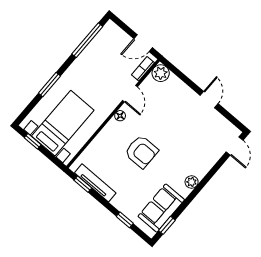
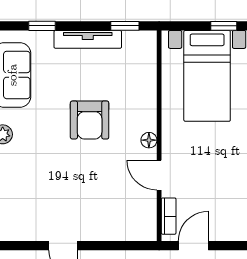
plant: (161, 73) -> (144, 228), removed
armchair: (141, 152) -> (90, 120), turned -90
tv unit: (95, 183) -> (88, 39), moved

